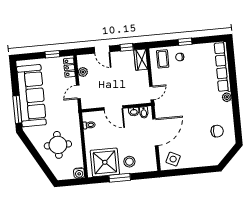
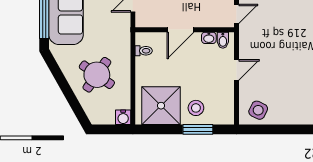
door: (113, 108) -> (180, 30), hinge flipped
door: (155, 132) -> (237, 70), width x0.53
round table: (58, 145) -> (97, 75), turned 35
window: (120, 178) -> (198, 129), moved

